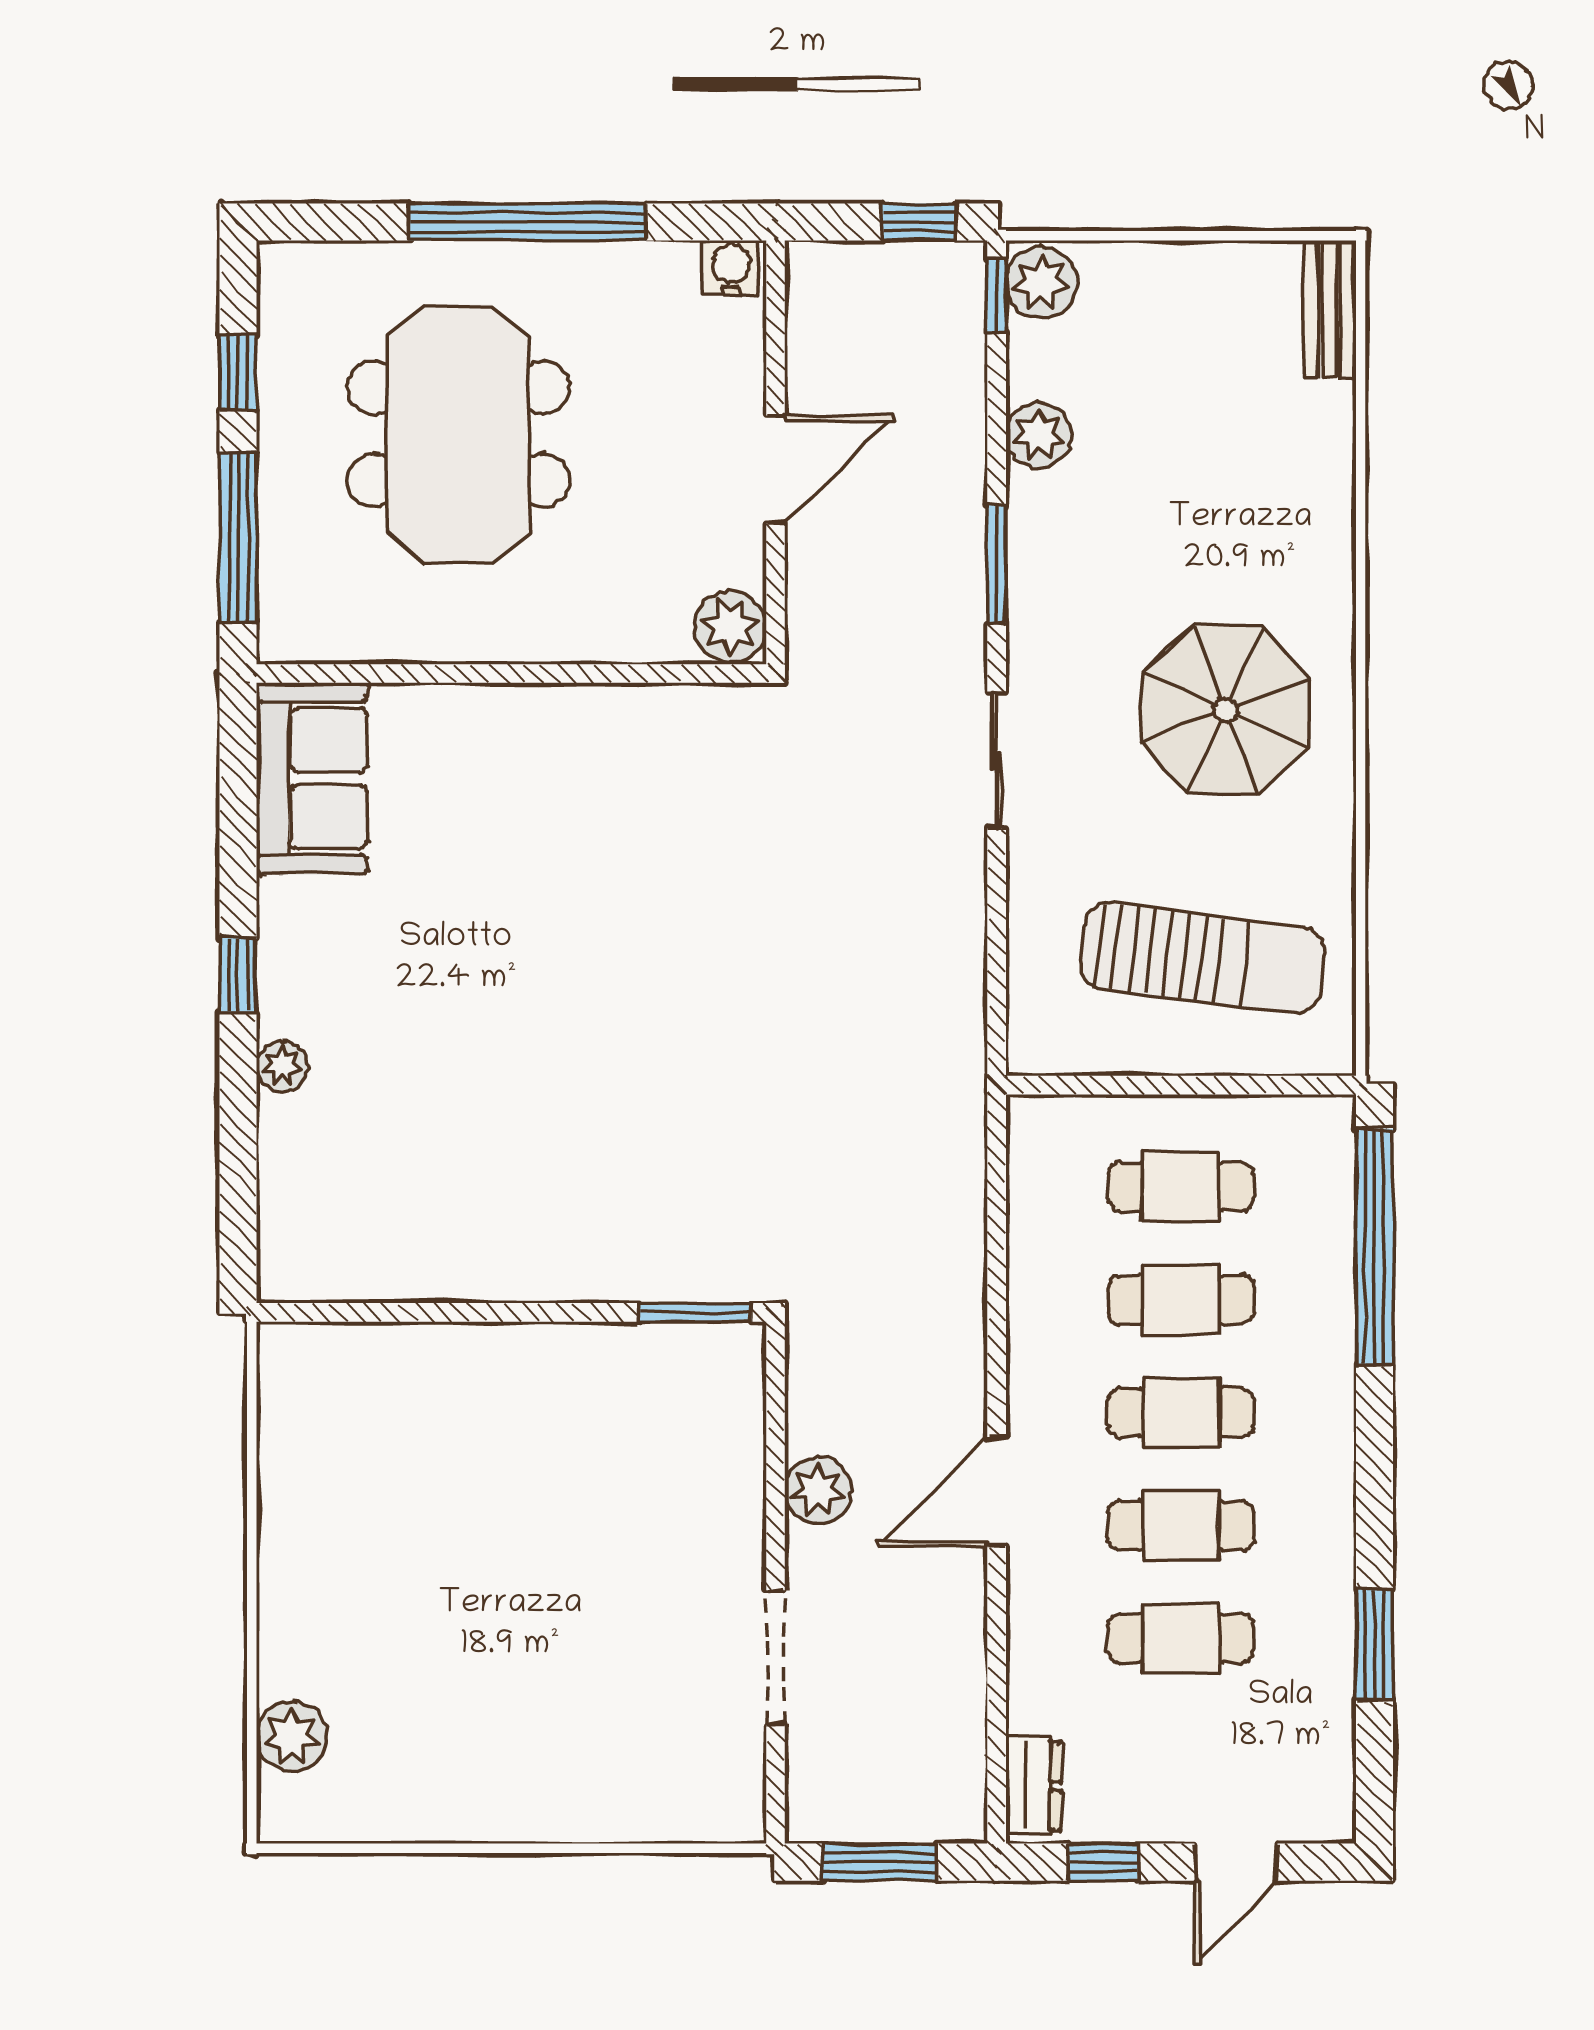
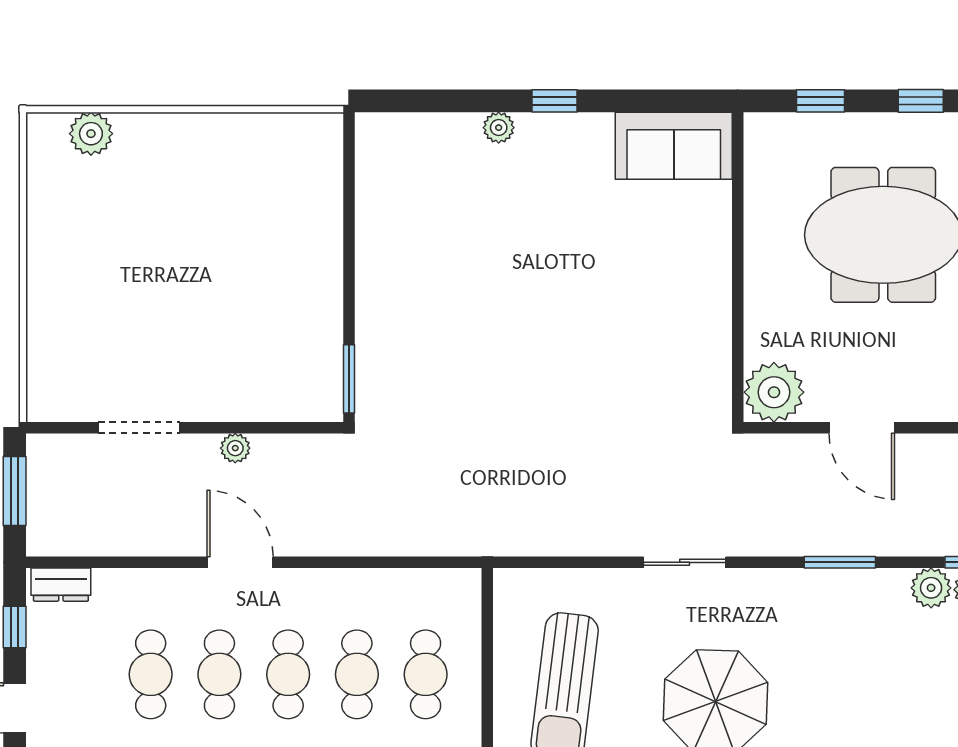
plant: (1039, 435) -> (931, 588), moved
window: (238, 537) -> (821, 101), width x0.46
window: (997, 564) -> (840, 562), moved
plant: (730, 627) -> (774, 392), width x1.36, depth x1.36
plant: (818, 1490) -> (235, 448), width x0.73, depth x0.73

